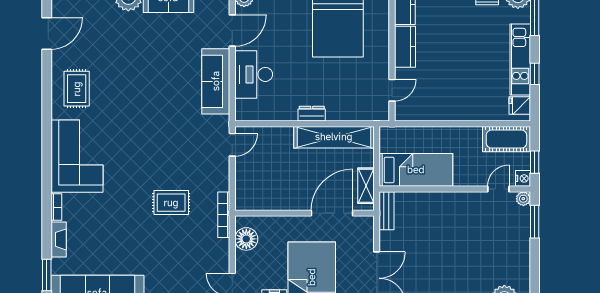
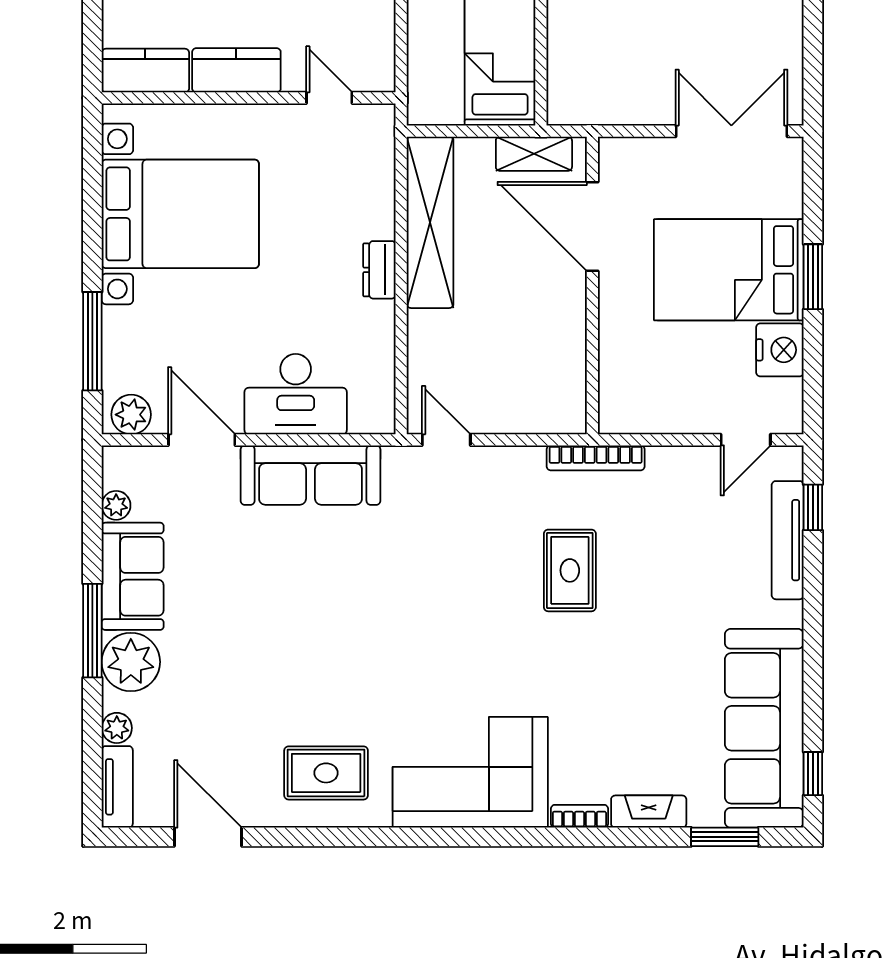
bench: (386, 211) -> (587, 110), removed
floor lamp: (246, 239) -> (648, 410), removed

